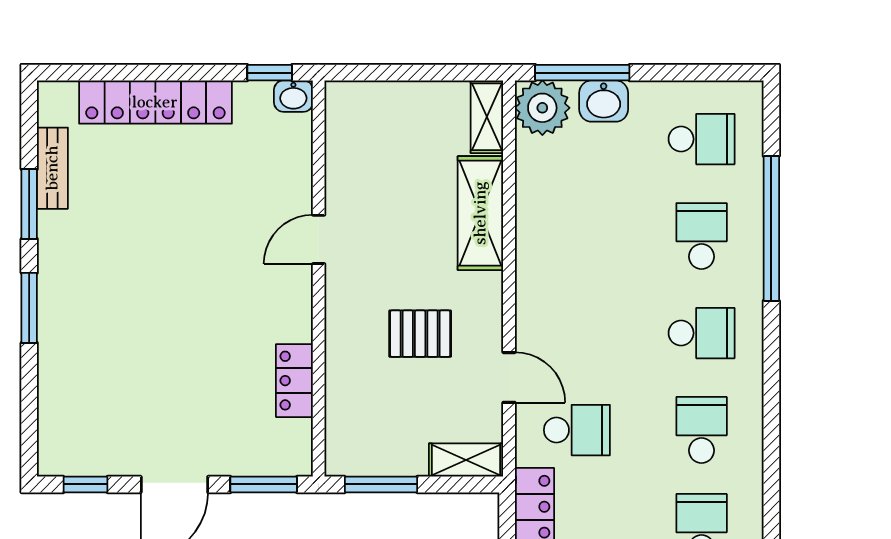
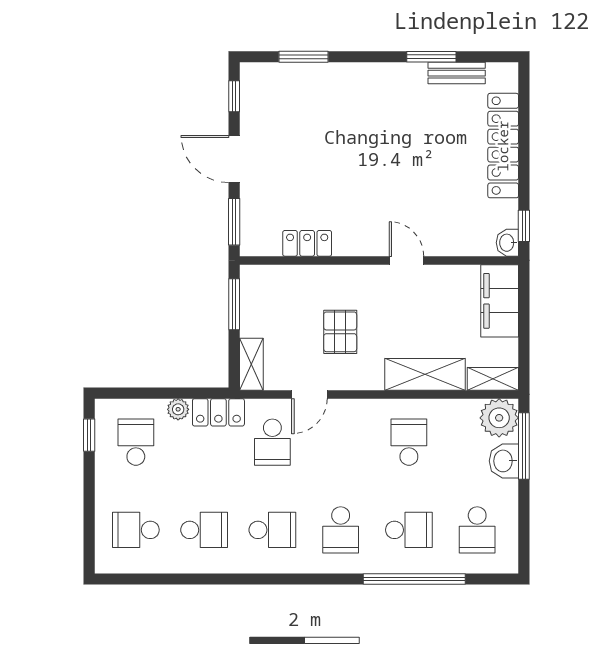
filing cabinet: (376, 107) -> (500, 301), added
school desk: (577, 236) -> (409, 442), added
window: (29, 308) -> (303, 57), moved

